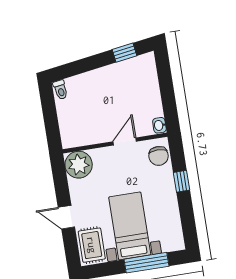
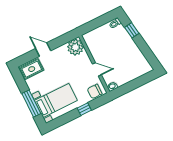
window: (124, 53) -> (132, 30), moved
door: (66, 217) -> (43, 50), hinge flipped
bed with nightstands: (130, 226) -> (56, 100), moved

